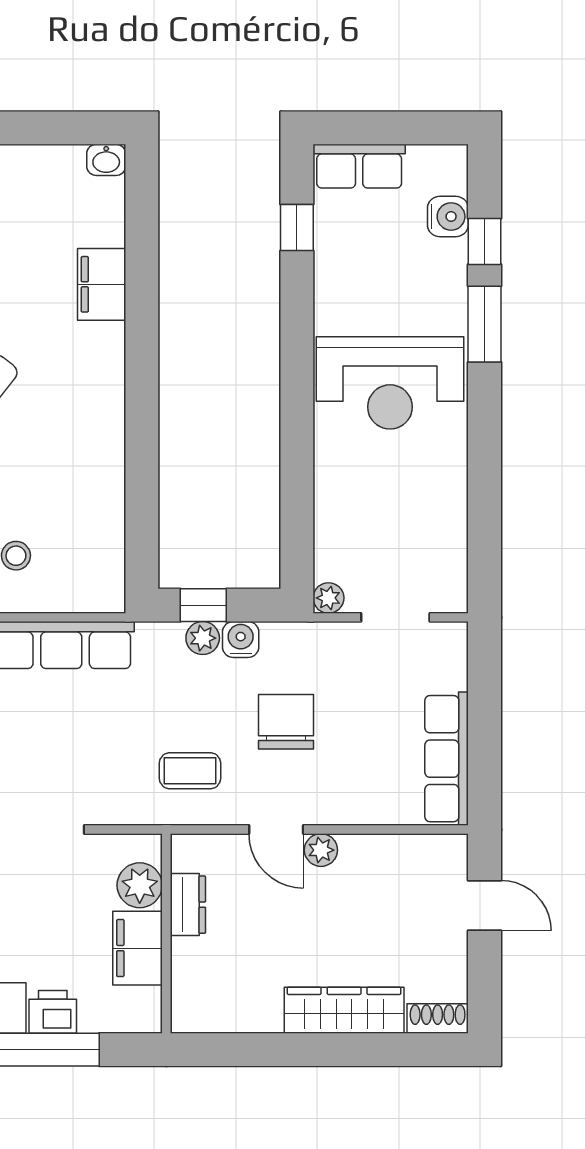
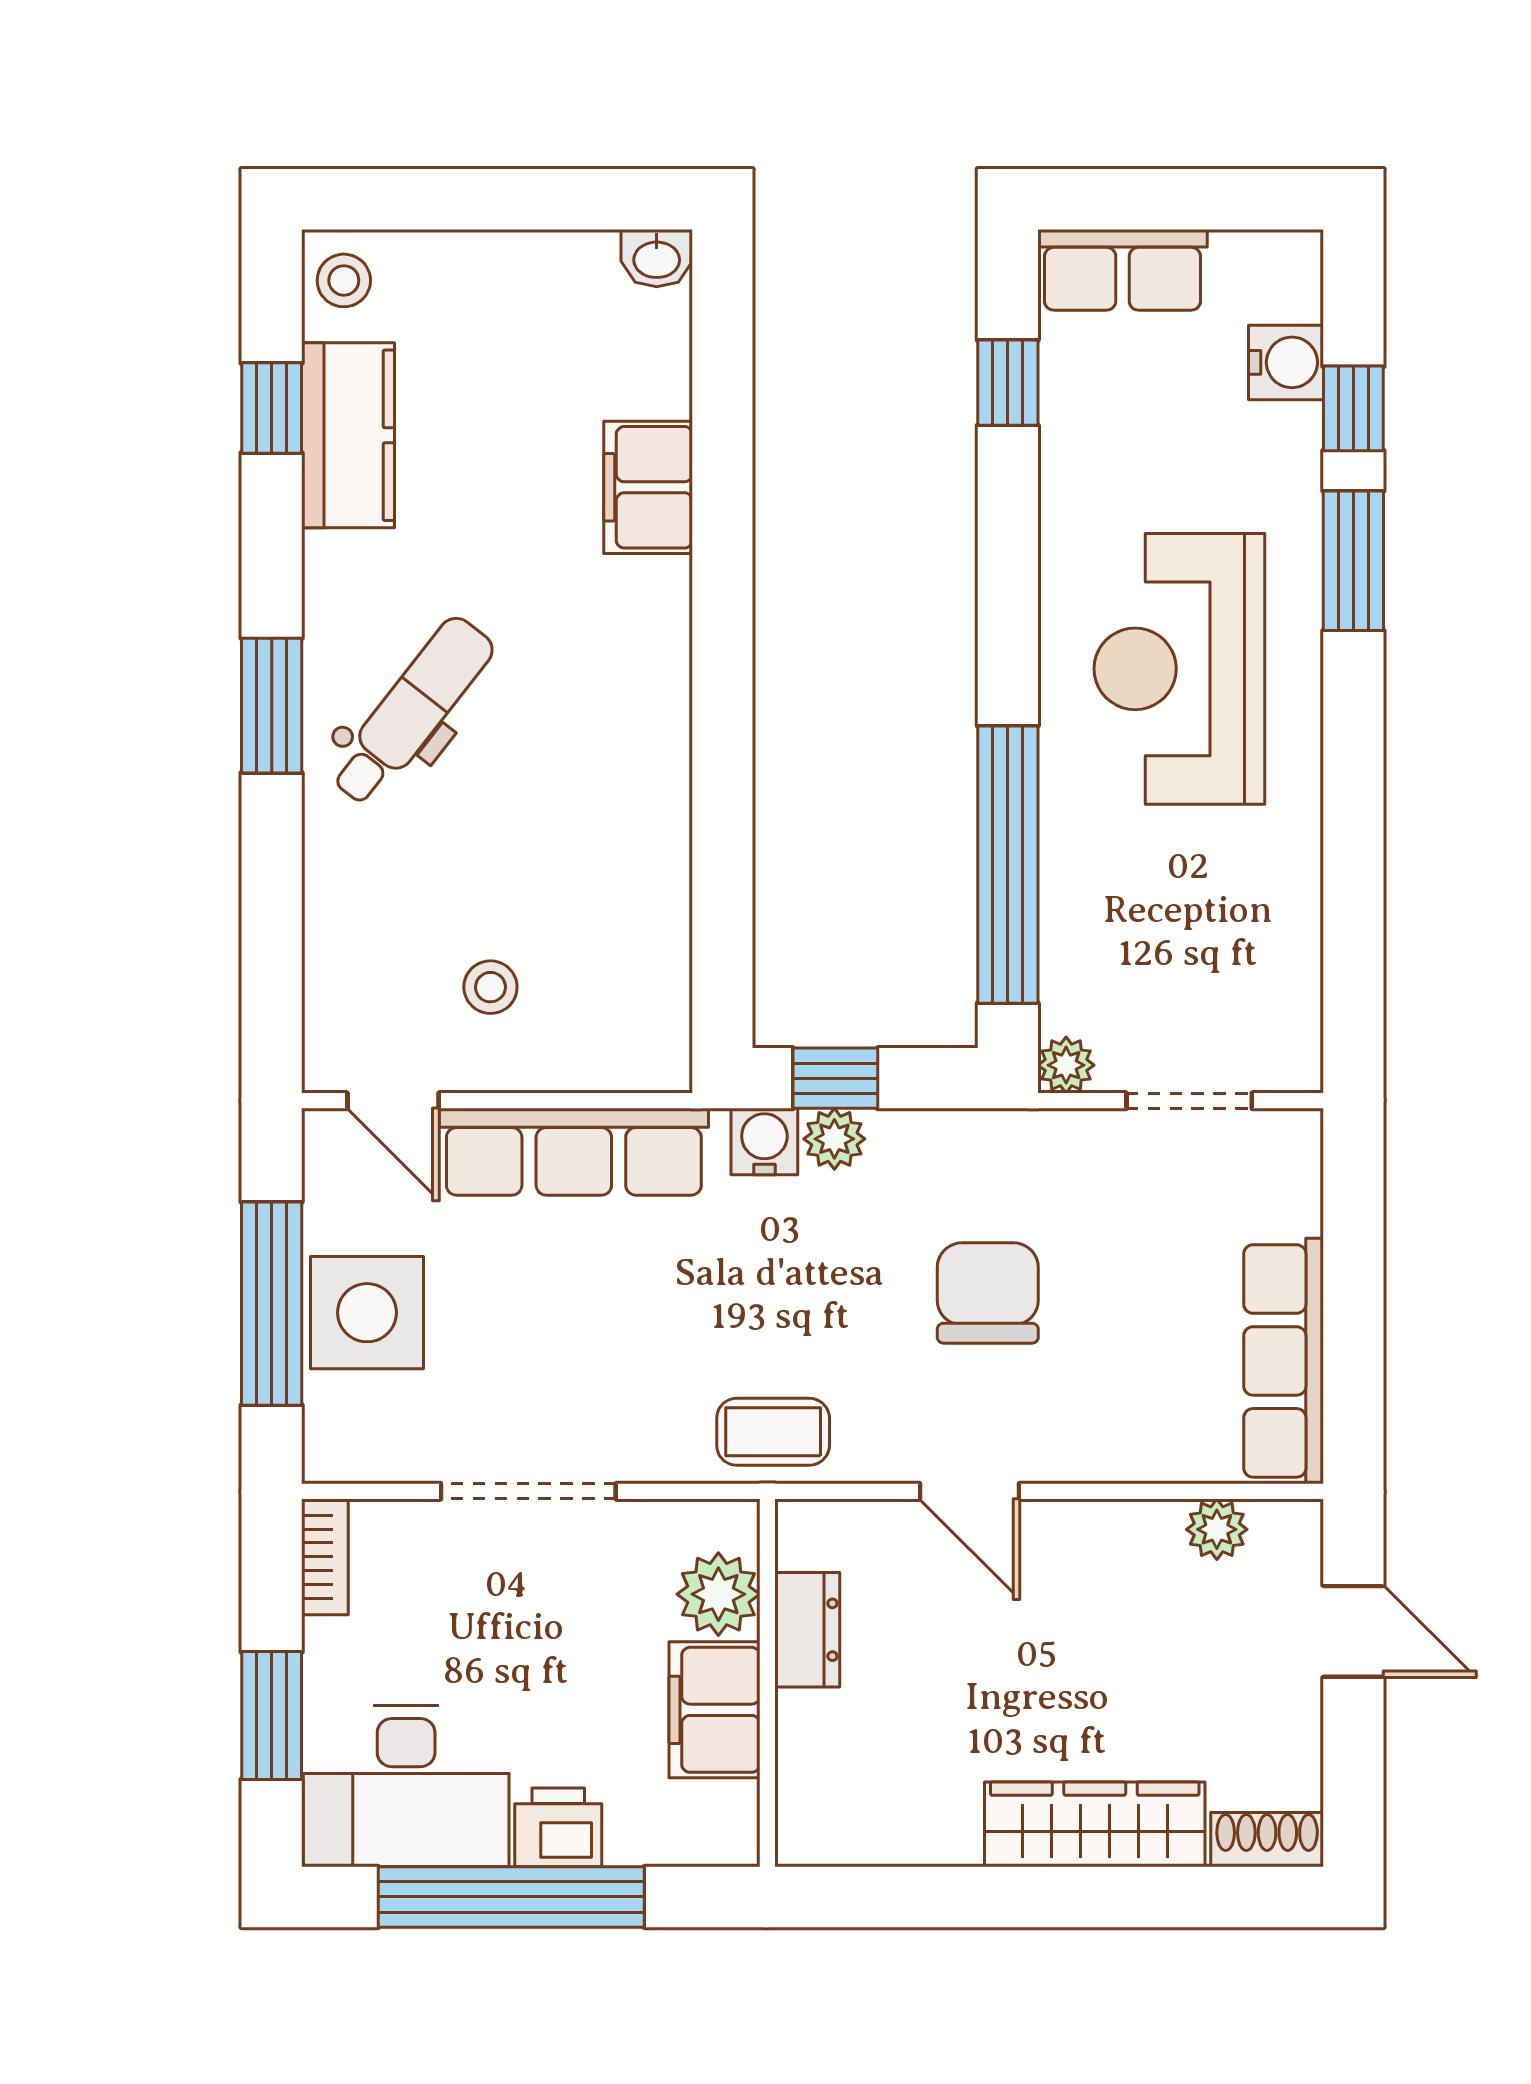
reception desk: (390, 383) -> (1179, 669), turned 90
window: (297, 489) -> (1008, 865), added
water cooler: (241, 640) -> (764, 1142), moved
coffee table: (190, 771) -> (773, 1432), moved
plant: (321, 850) -> (1217, 1529), moved

